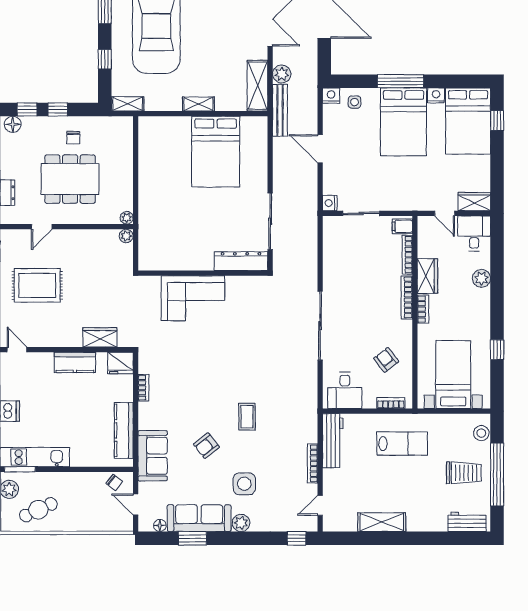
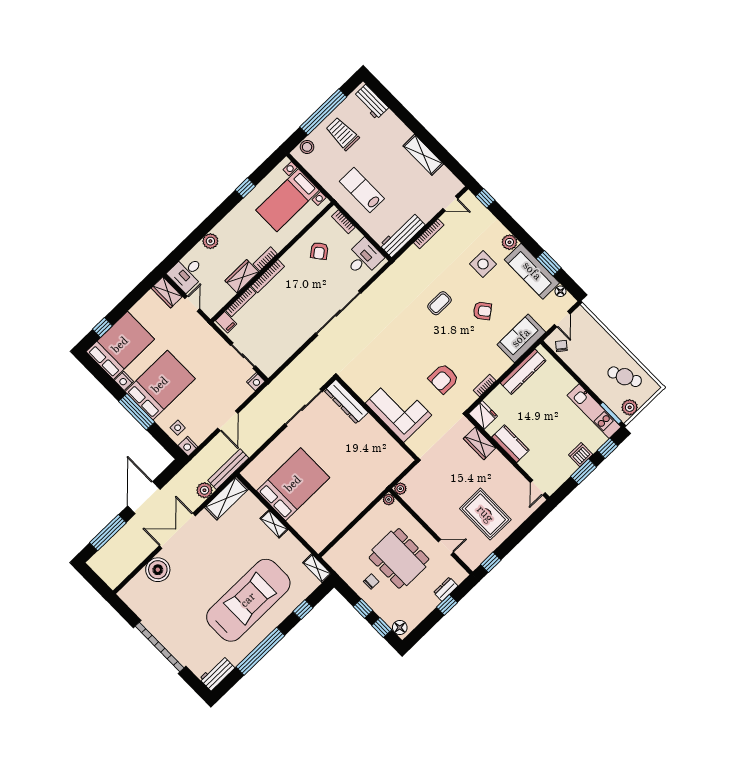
armchair: (182, 360) -> (444, 379), added

